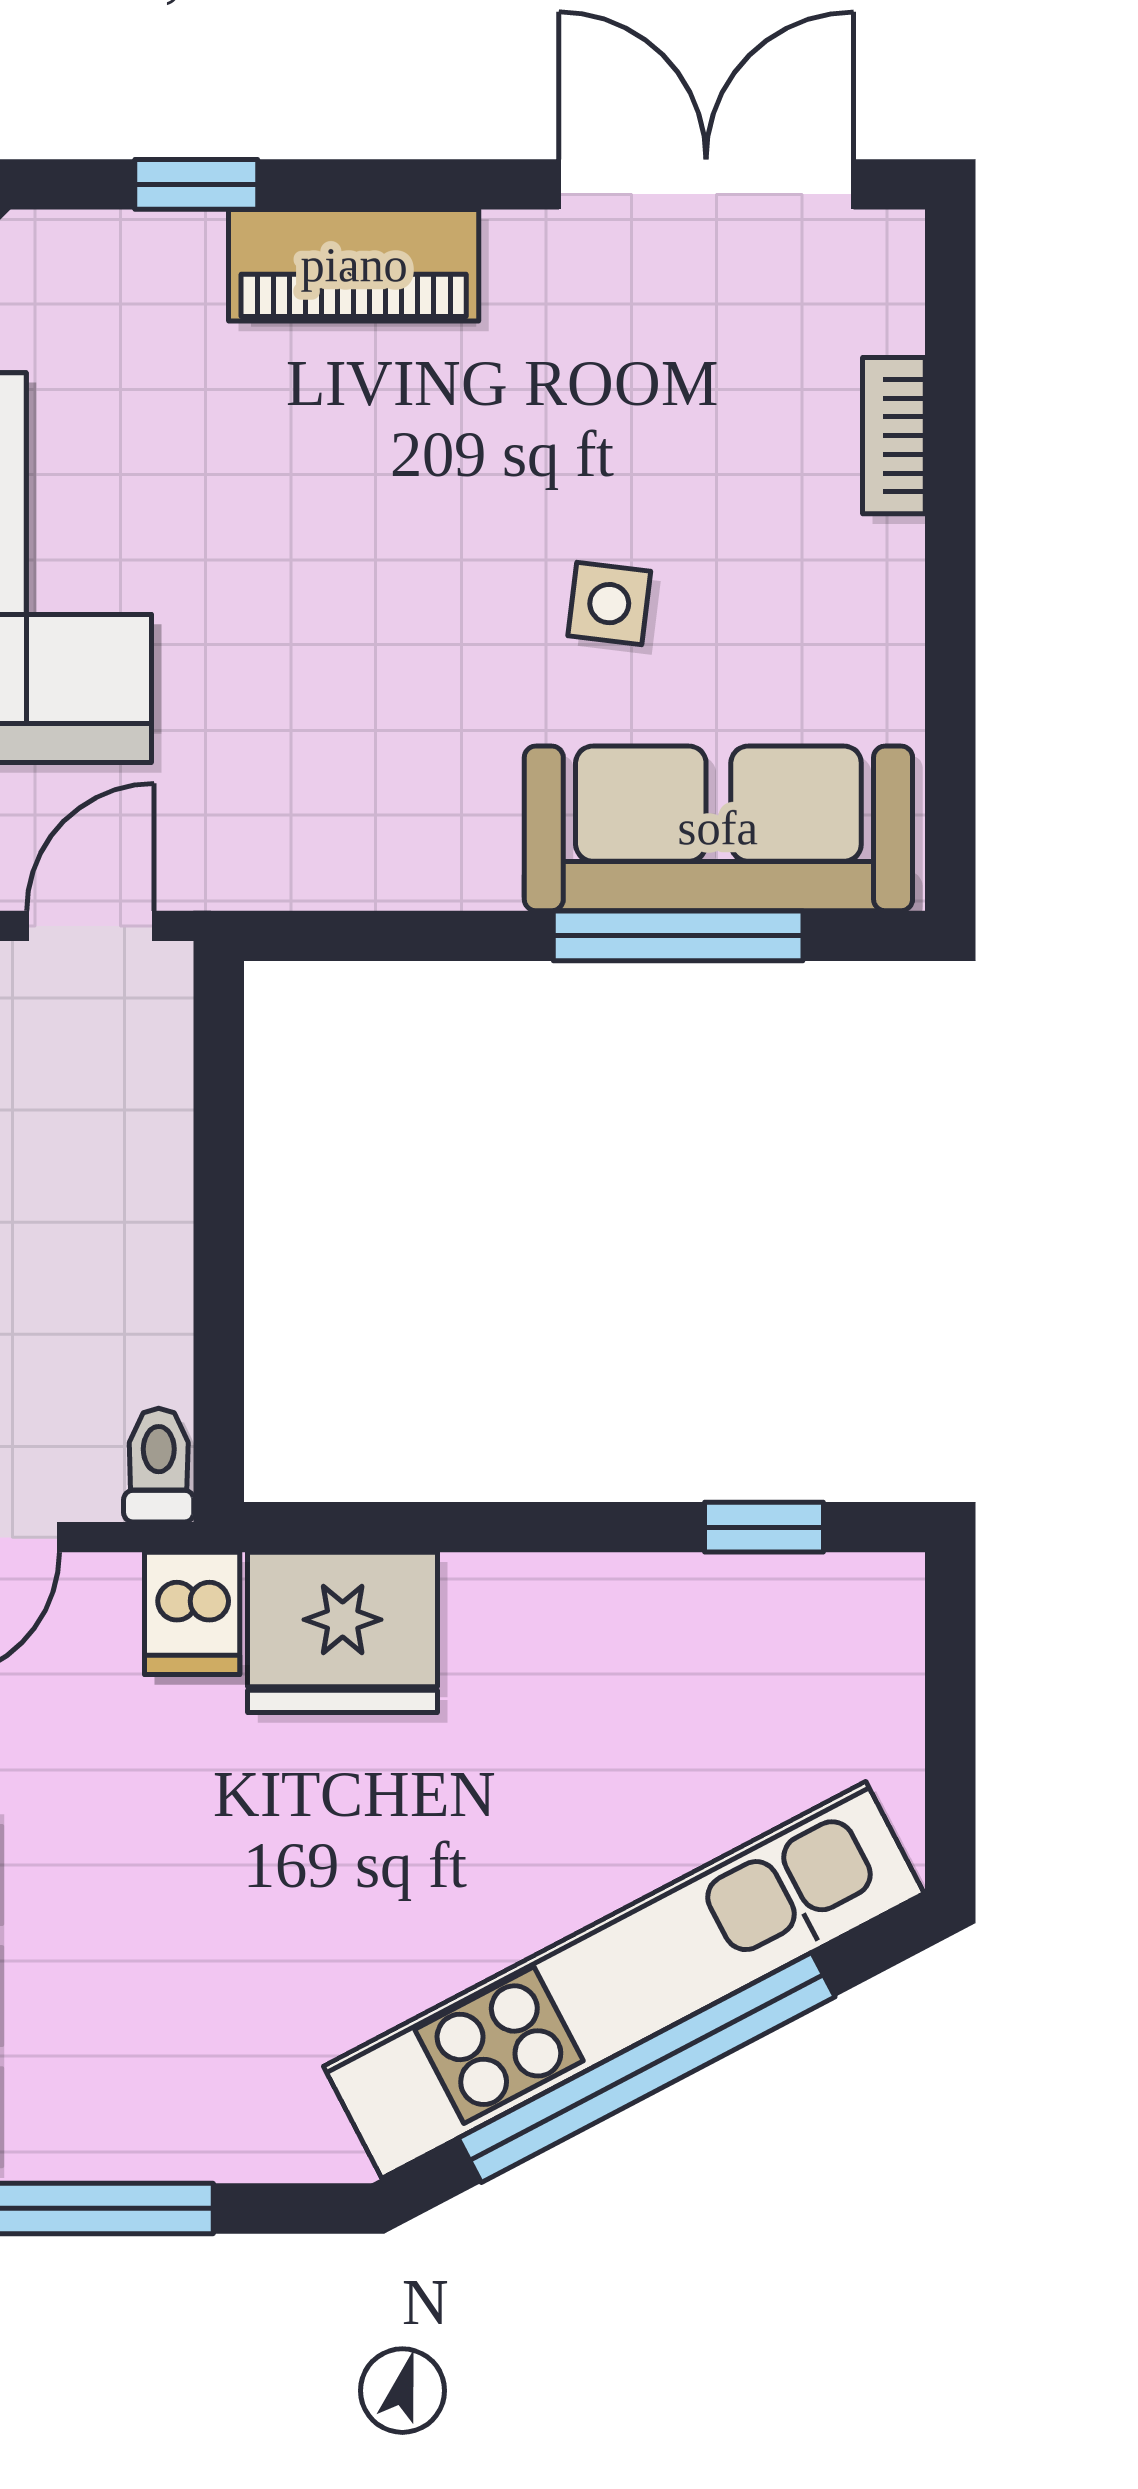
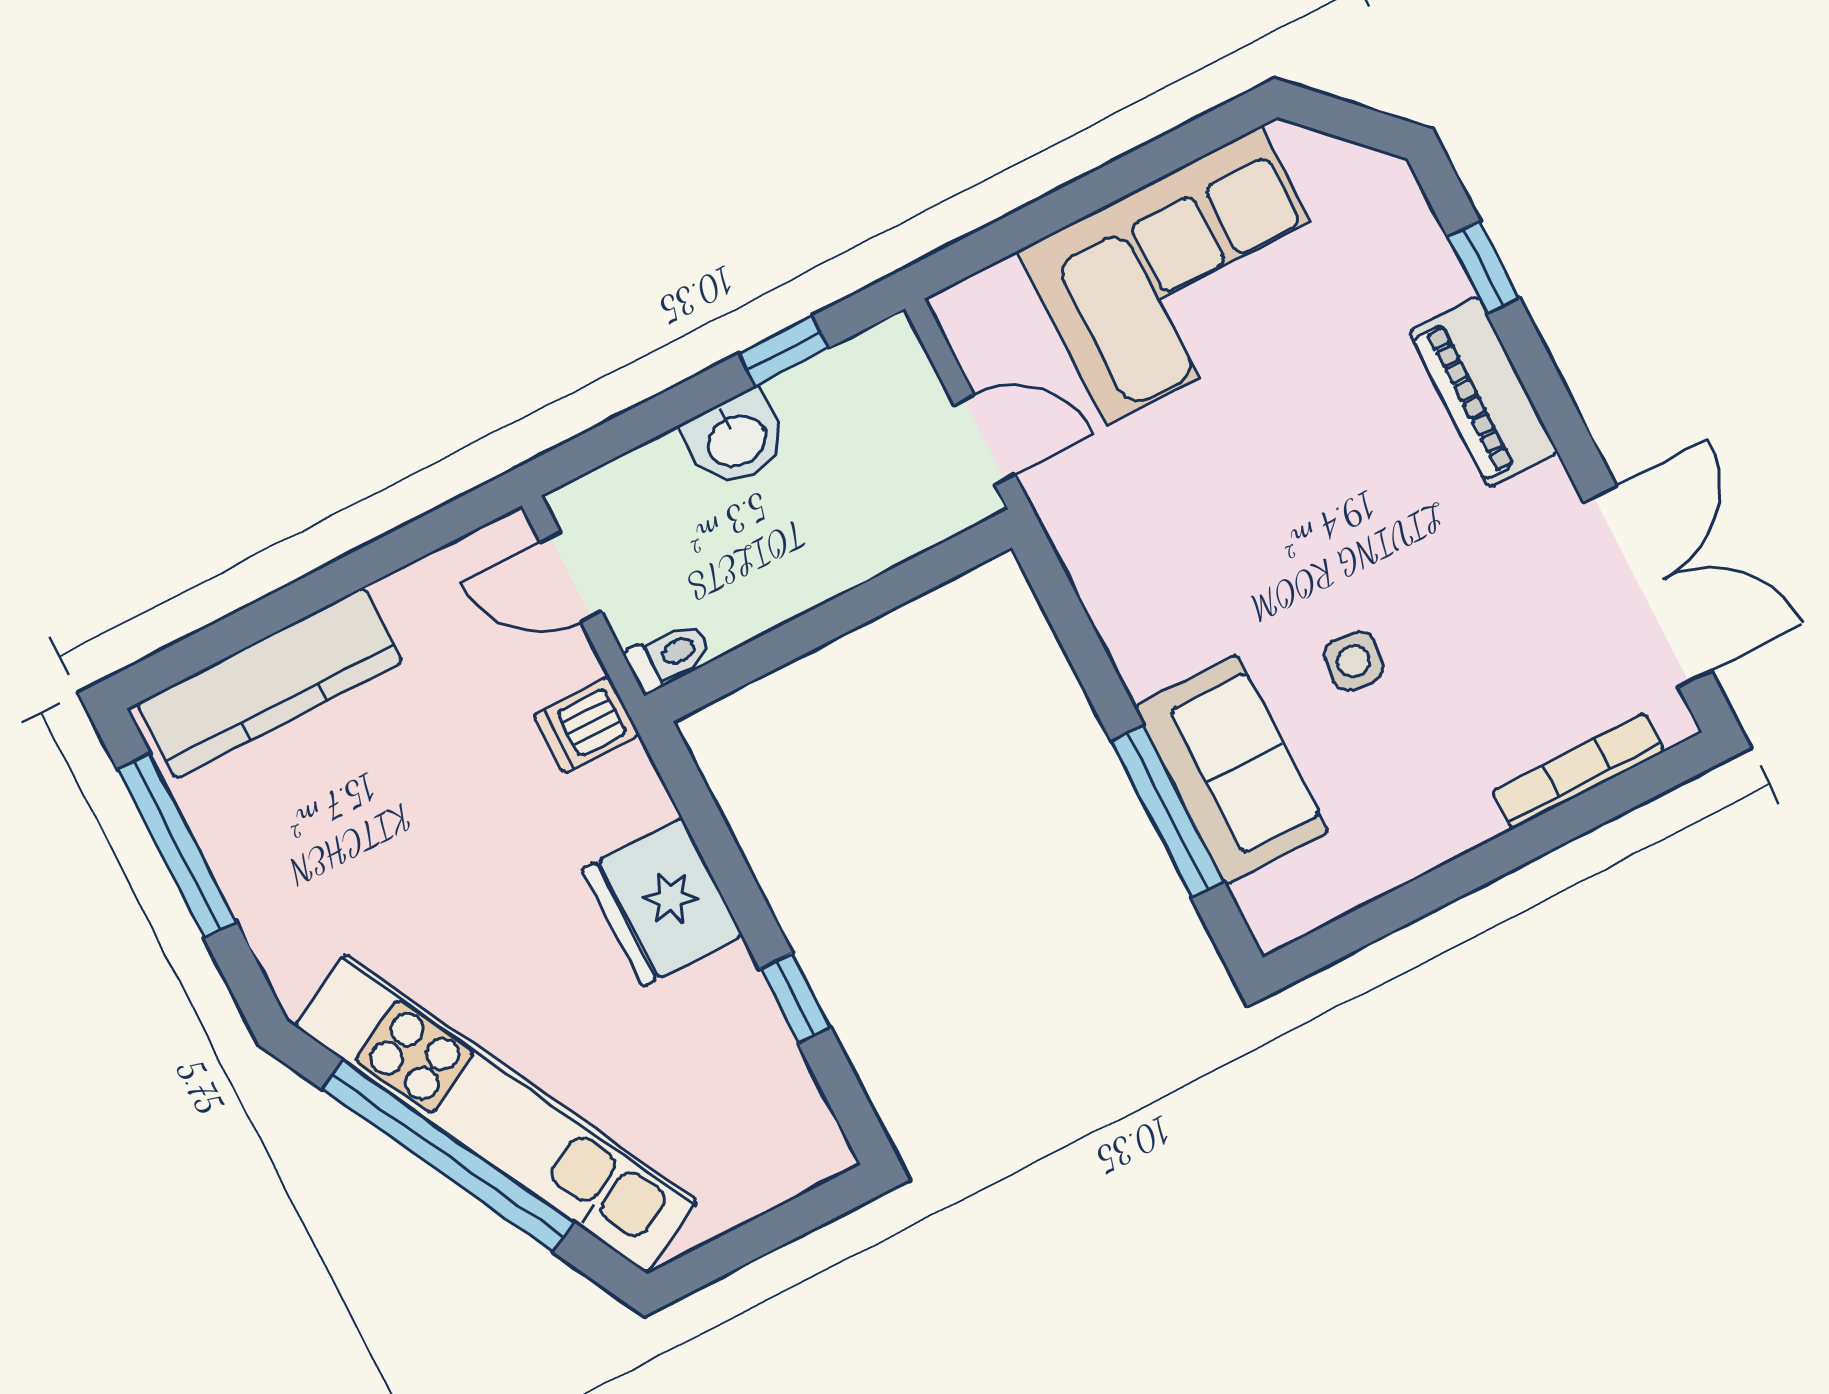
bookcase: (894, 436) -> (1578, 771), width x1.56
sofa: (718, 828) -> (1231, 770), width x0.73
window: (764, 1527) -> (795, 998), moved
fridge: (343, 1632) -> (662, 902), moved

